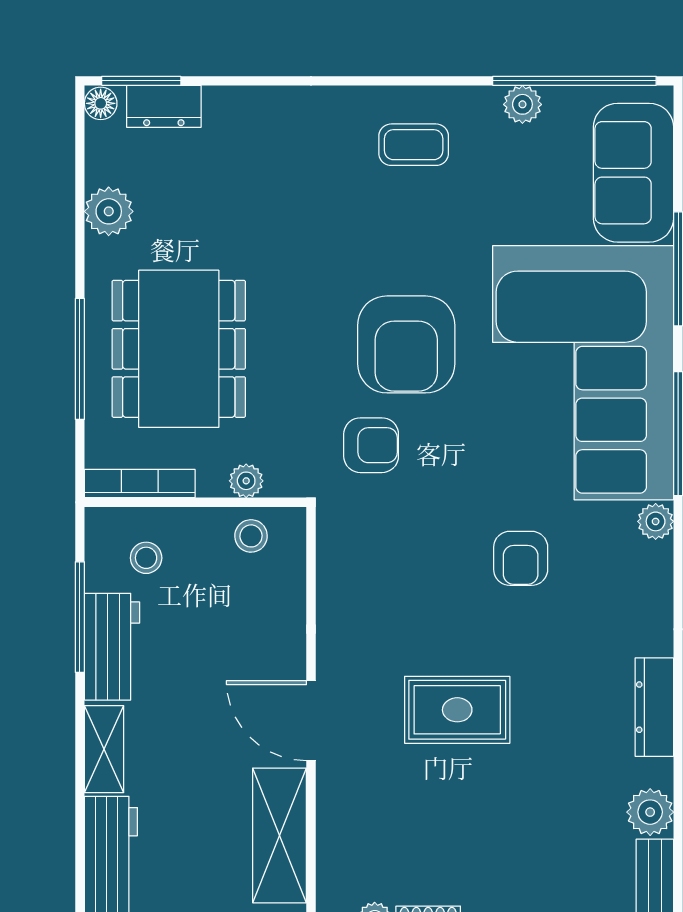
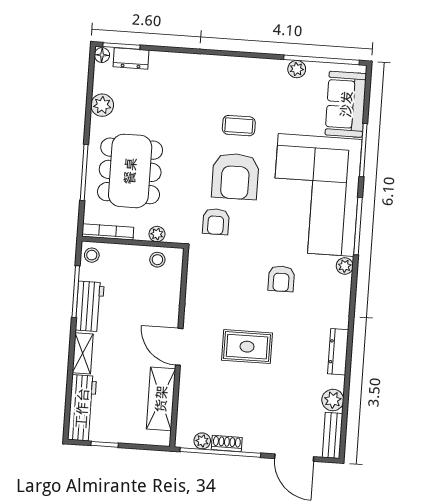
coffee table: (414, 145) -> (239, 126), moved
armchair: (371, 445) -> (216, 222), turned 90
stool: (146, 558) -> (92, 255), moved

